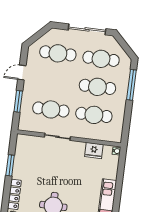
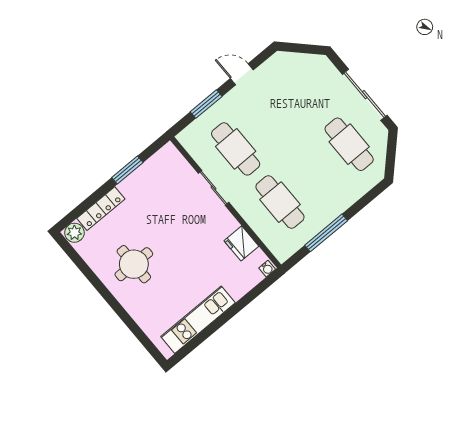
cafe table: (58, 53) -> (305, 91), removed
window: (131, 85) -> (326, 233), moved
cafe table: (97, 87) -> (315, 173), removed

